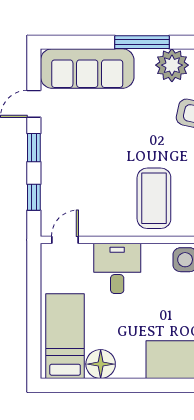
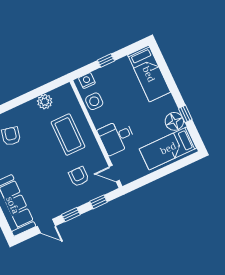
armchair: (85, 185) -> (79, 177), added
coffee table: (154, 198) -> (68, 135), turned 90
window: (104, 385) -> (185, 114), added

